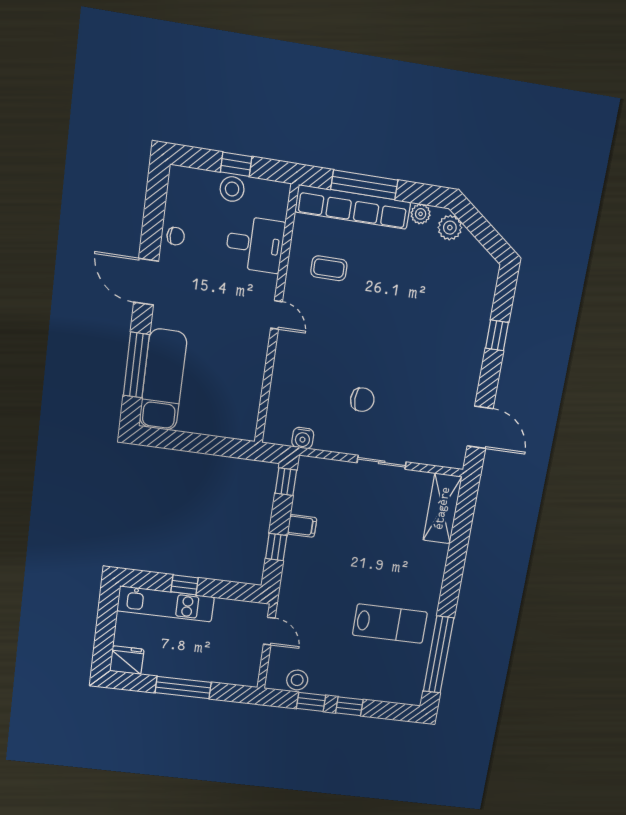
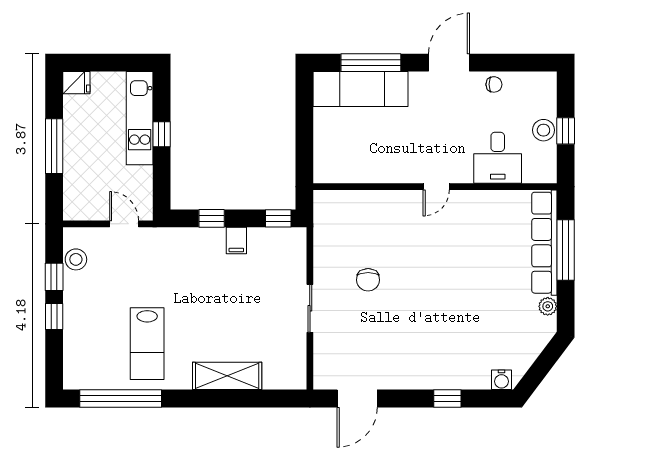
plant: (450, 228) -> (540, 336), removed
chair: (176, 236) -> (494, 84), turned -90
coffee table: (329, 268) -> (486, 229), removed
water cooler: (303, 438) -> (502, 380), moved, turned -90
shelving: (442, 508) -> (227, 376), moved
door: (269, 631) -> (124, 224), swing flipped
fridge: (127, 660) -> (76, 83), width x0.72

